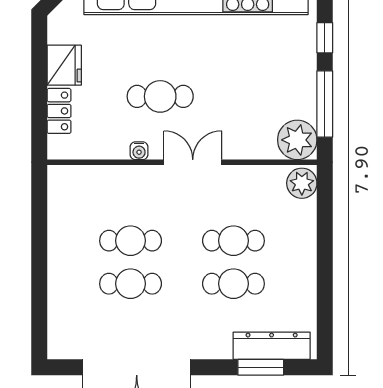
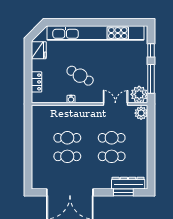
fridge: (64, 65) -> (39, 50), moved
cafe table: (160, 96) -> (80, 76), turned 30
double door: (193, 162) -> (115, 104), moved

